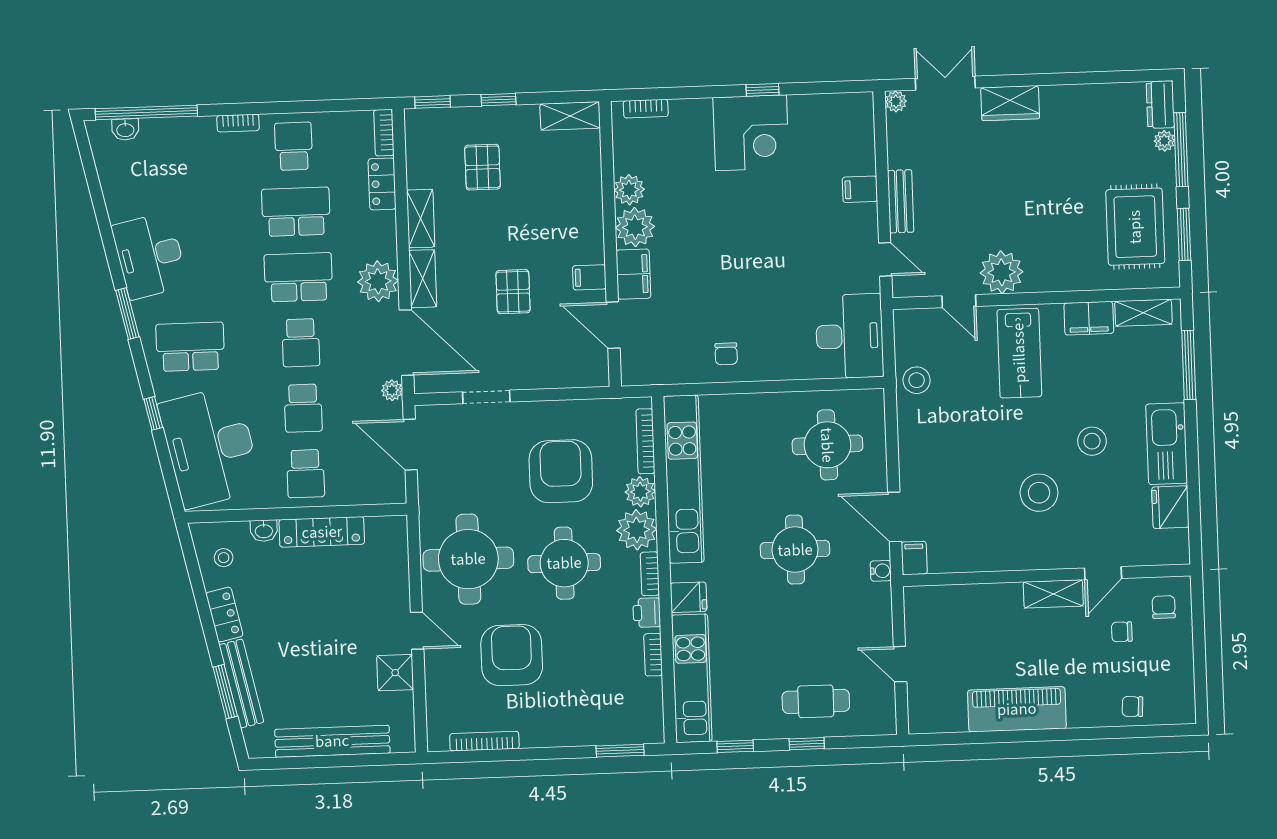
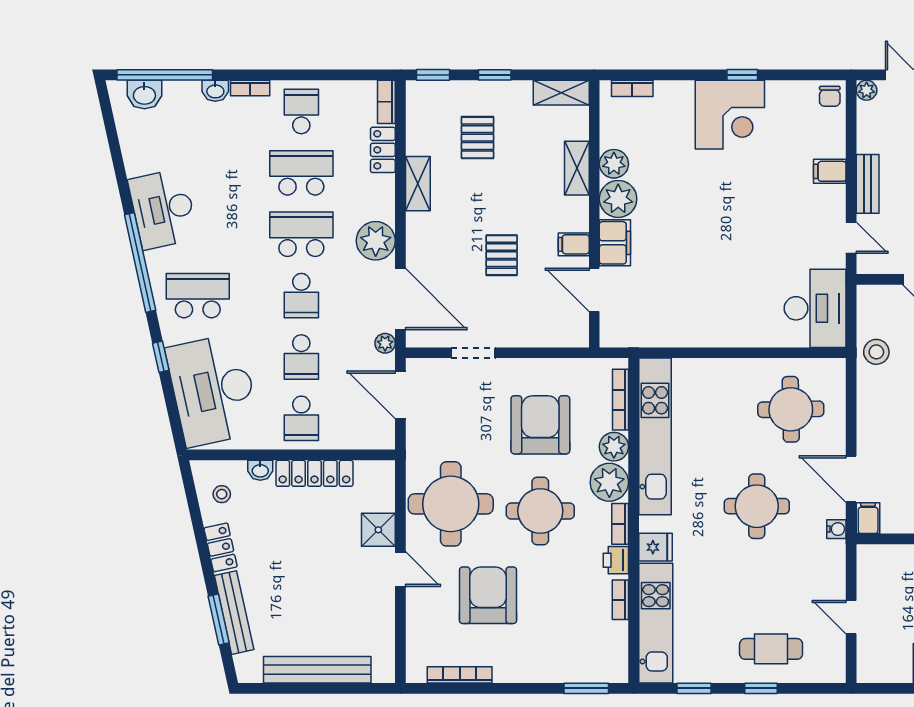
washbasin: (201, 127) -> (215, 91), added
washbasin: (125, 129) -> (144, 95), width x1.38, depth x1.45
shelving: (423, 279) -> (577, 168), moved
window: (127, 314) -> (140, 263), width x2.11
chair: (726, 354) -> (830, 96), moved
shower: (395, 673) -> (378, 530), moved

